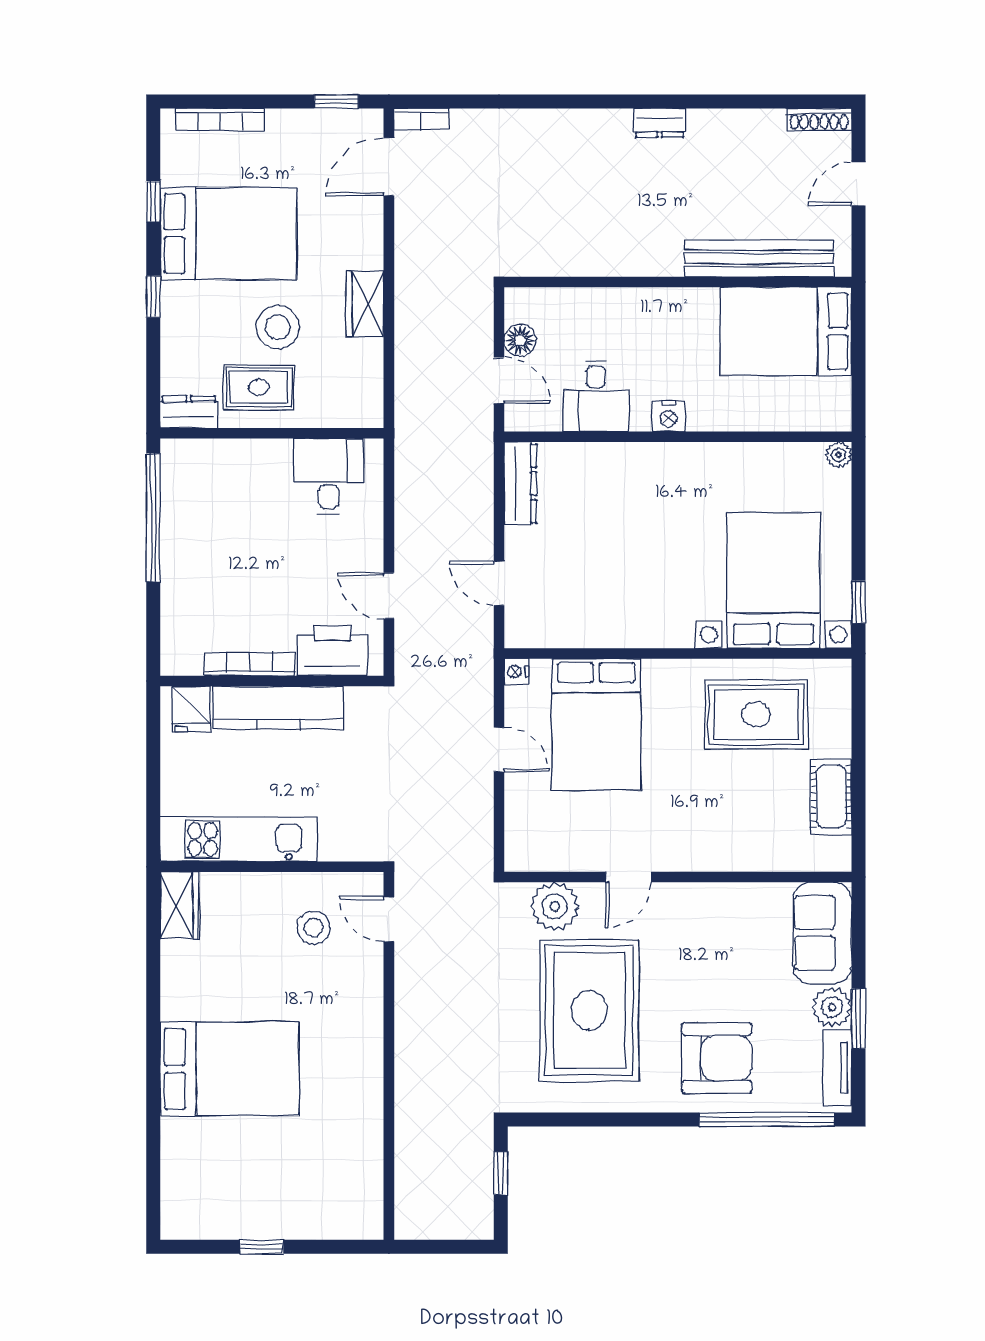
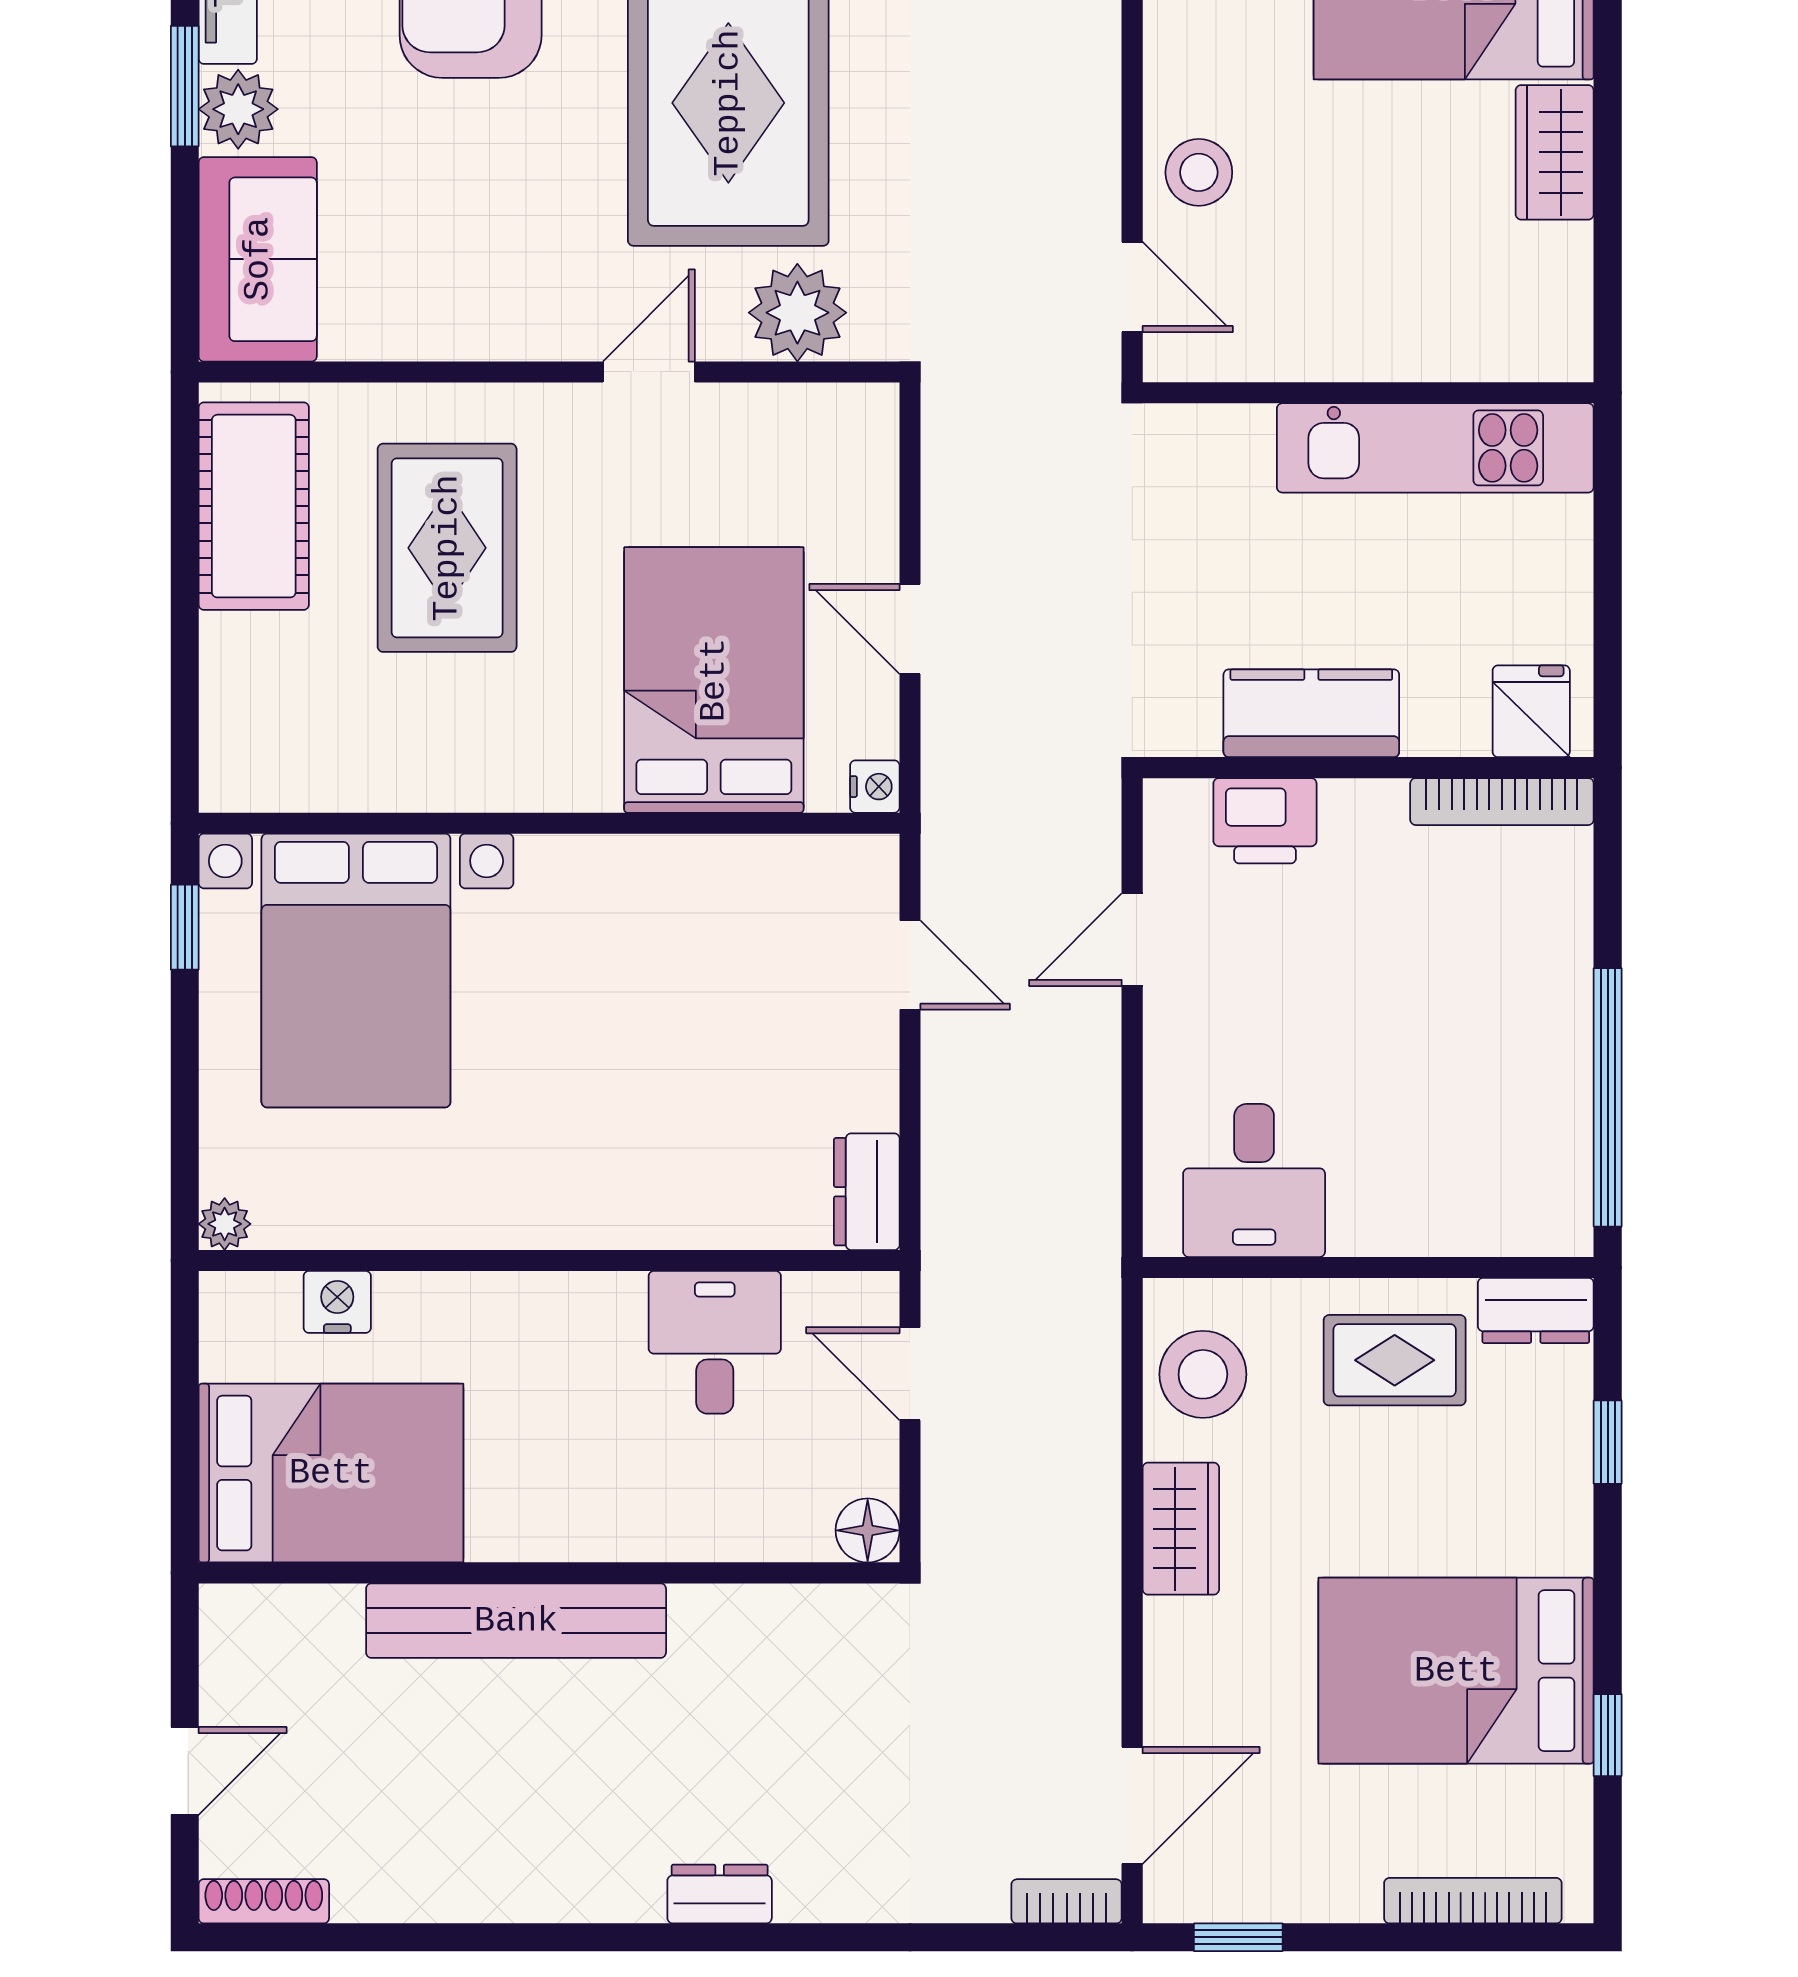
dresser: (659, 123) -> (720, 1894), moved
bench: (759, 258) -> (516, 1621), moved
window: (153, 297) -> (1608, 1442), moved
stool: (278, 327) -> (1203, 1374), moved
floor lamp: (520, 340) -> (868, 1530), moved
nightstand: (669, 416) -> (337, 1302), moved
dresser: (520, 484) -> (867, 1192), width x0.70
door: (389, 596) -> (1132, 940), swing flipped
printer: (333, 651) -> (1265, 821), width x0.73, depth x0.84
bookcase: (249, 664) -> (1502, 802), moved
kitchen counter: (278, 708) -> (1311, 713), width x0.67
rug: (756, 714) -> (447, 548), moved, turned 90
cot: (831, 797) -> (254, 506), width x1.37, depth x1.34
wardrobe: (179, 905) -> (1555, 152), moved
stool: (314, 928) -> (1199, 172), moved

